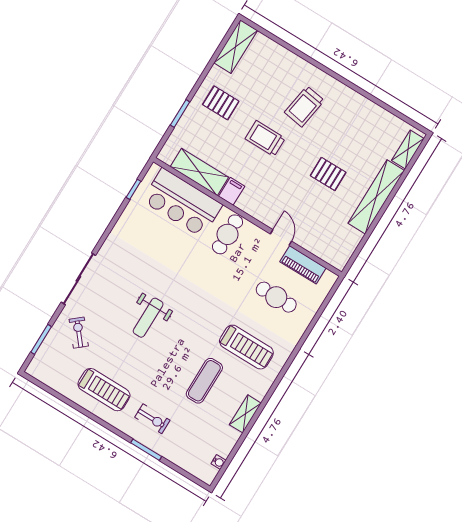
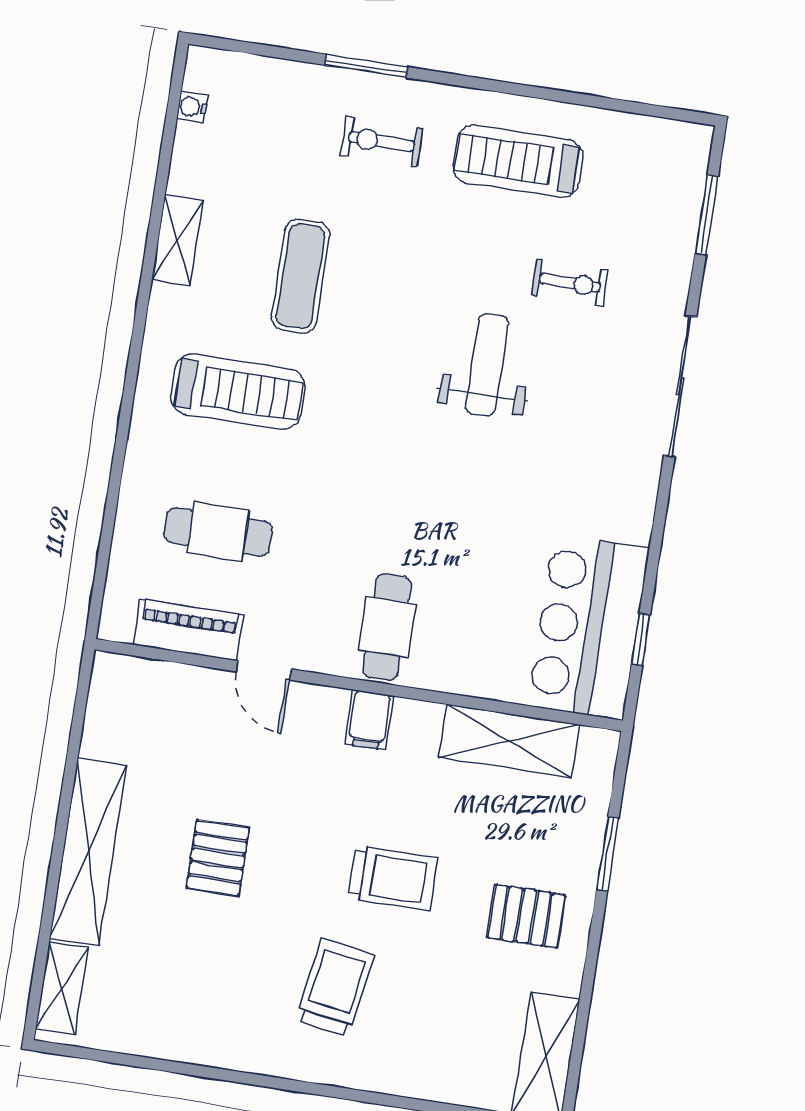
pallet: (328, 174) -> (218, 858), turned 90
filing cabinet: (232, 191) -> (369, 720), moved
bar counter: (182, 203) -> (588, 627), moved, turned -90
exercise bike: (79, 333) -> (570, 283), moved, turned -50
treadmill: (246, 347) -> (238, 392), turned 180

